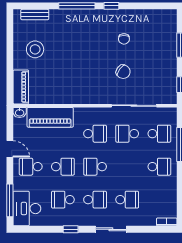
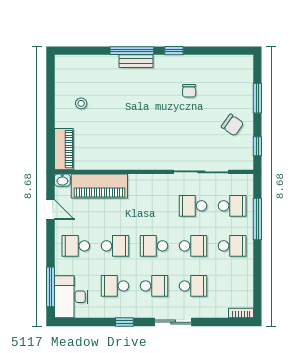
bench: (35, 15) -> (136, 61), moved
stool: (35, 49) -> (81, 103), width x0.53, depth x0.53
chair: (123, 72) -> (232, 125), moved
school desk: (95, 134) -> (193, 246), moved
door: (10, 149) -> (51, 210), moved

